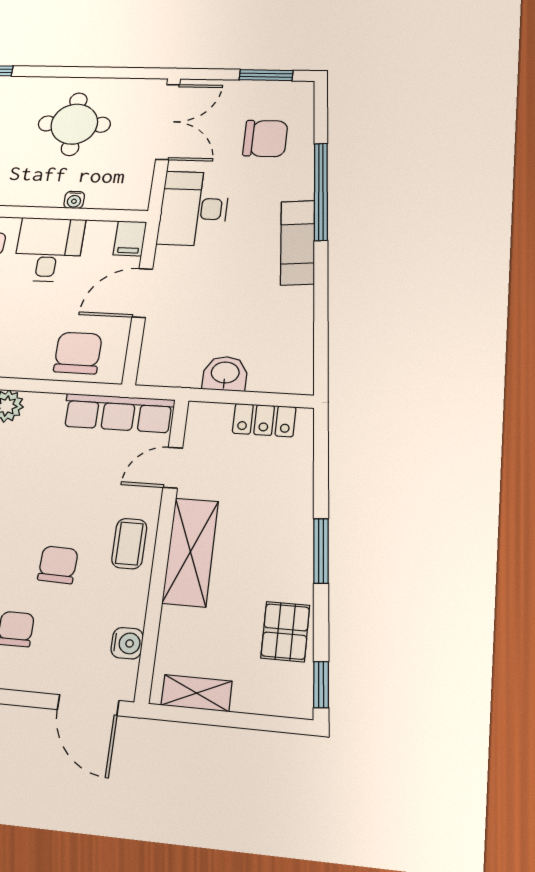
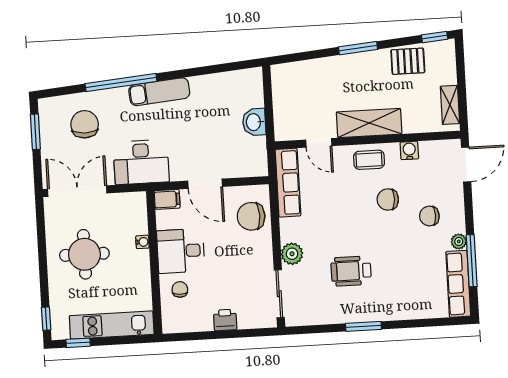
locker: (264, 420) -> (282, 94), removed
water cooler: (127, 643) -> (409, 150), moved

